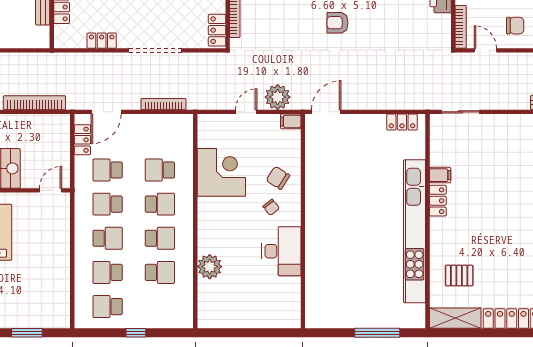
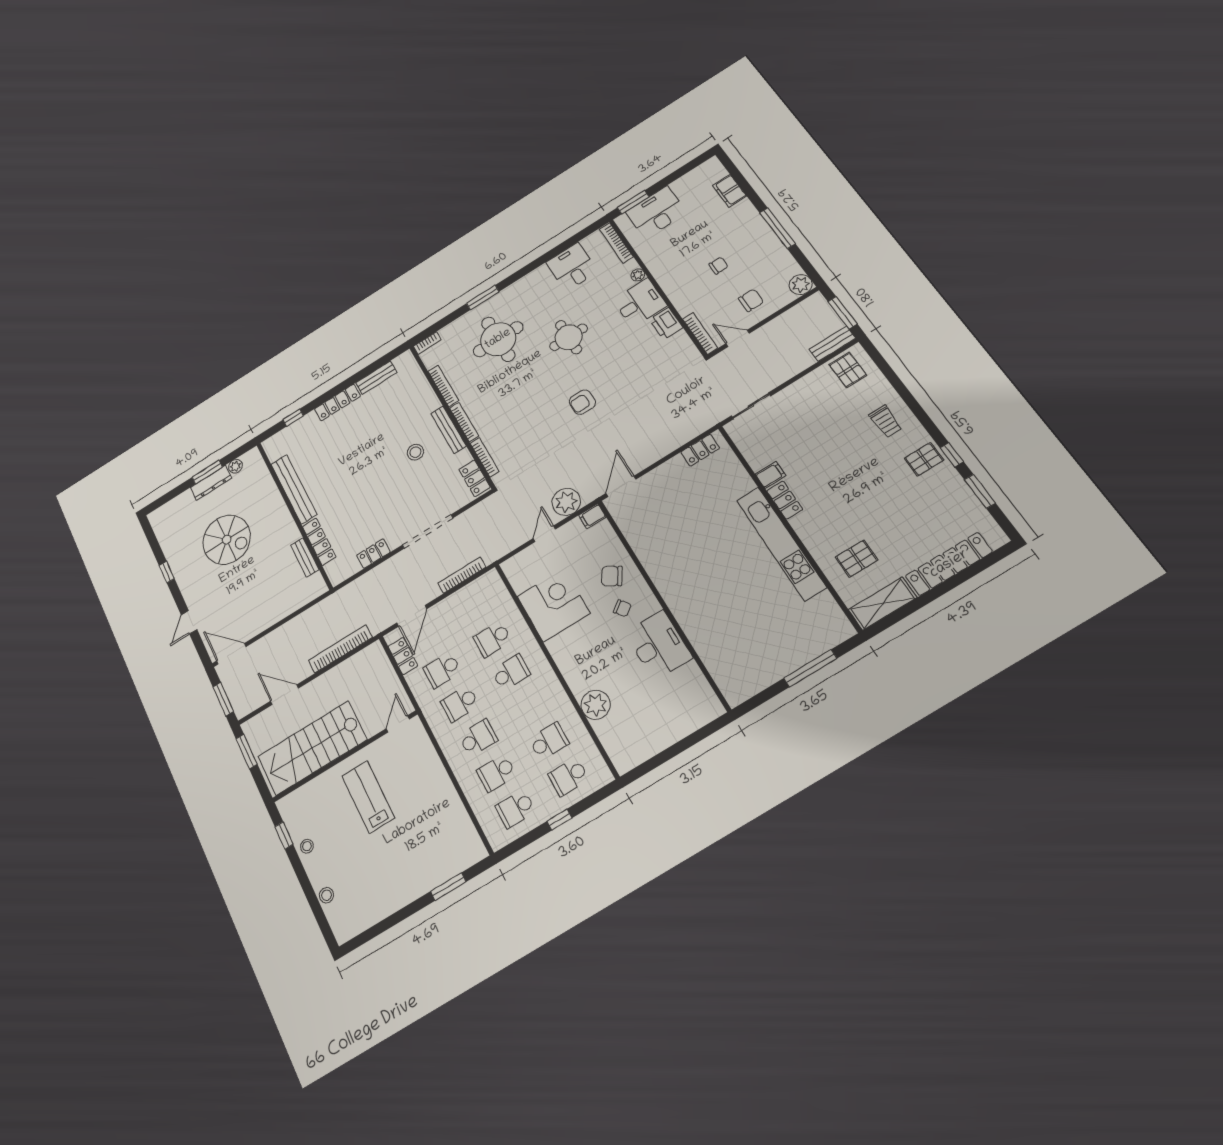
kitchen unit: (415, 231) -> (781, 543), width x0.73
school desk: (160, 238) -> (568, 777), moved, turned 180

